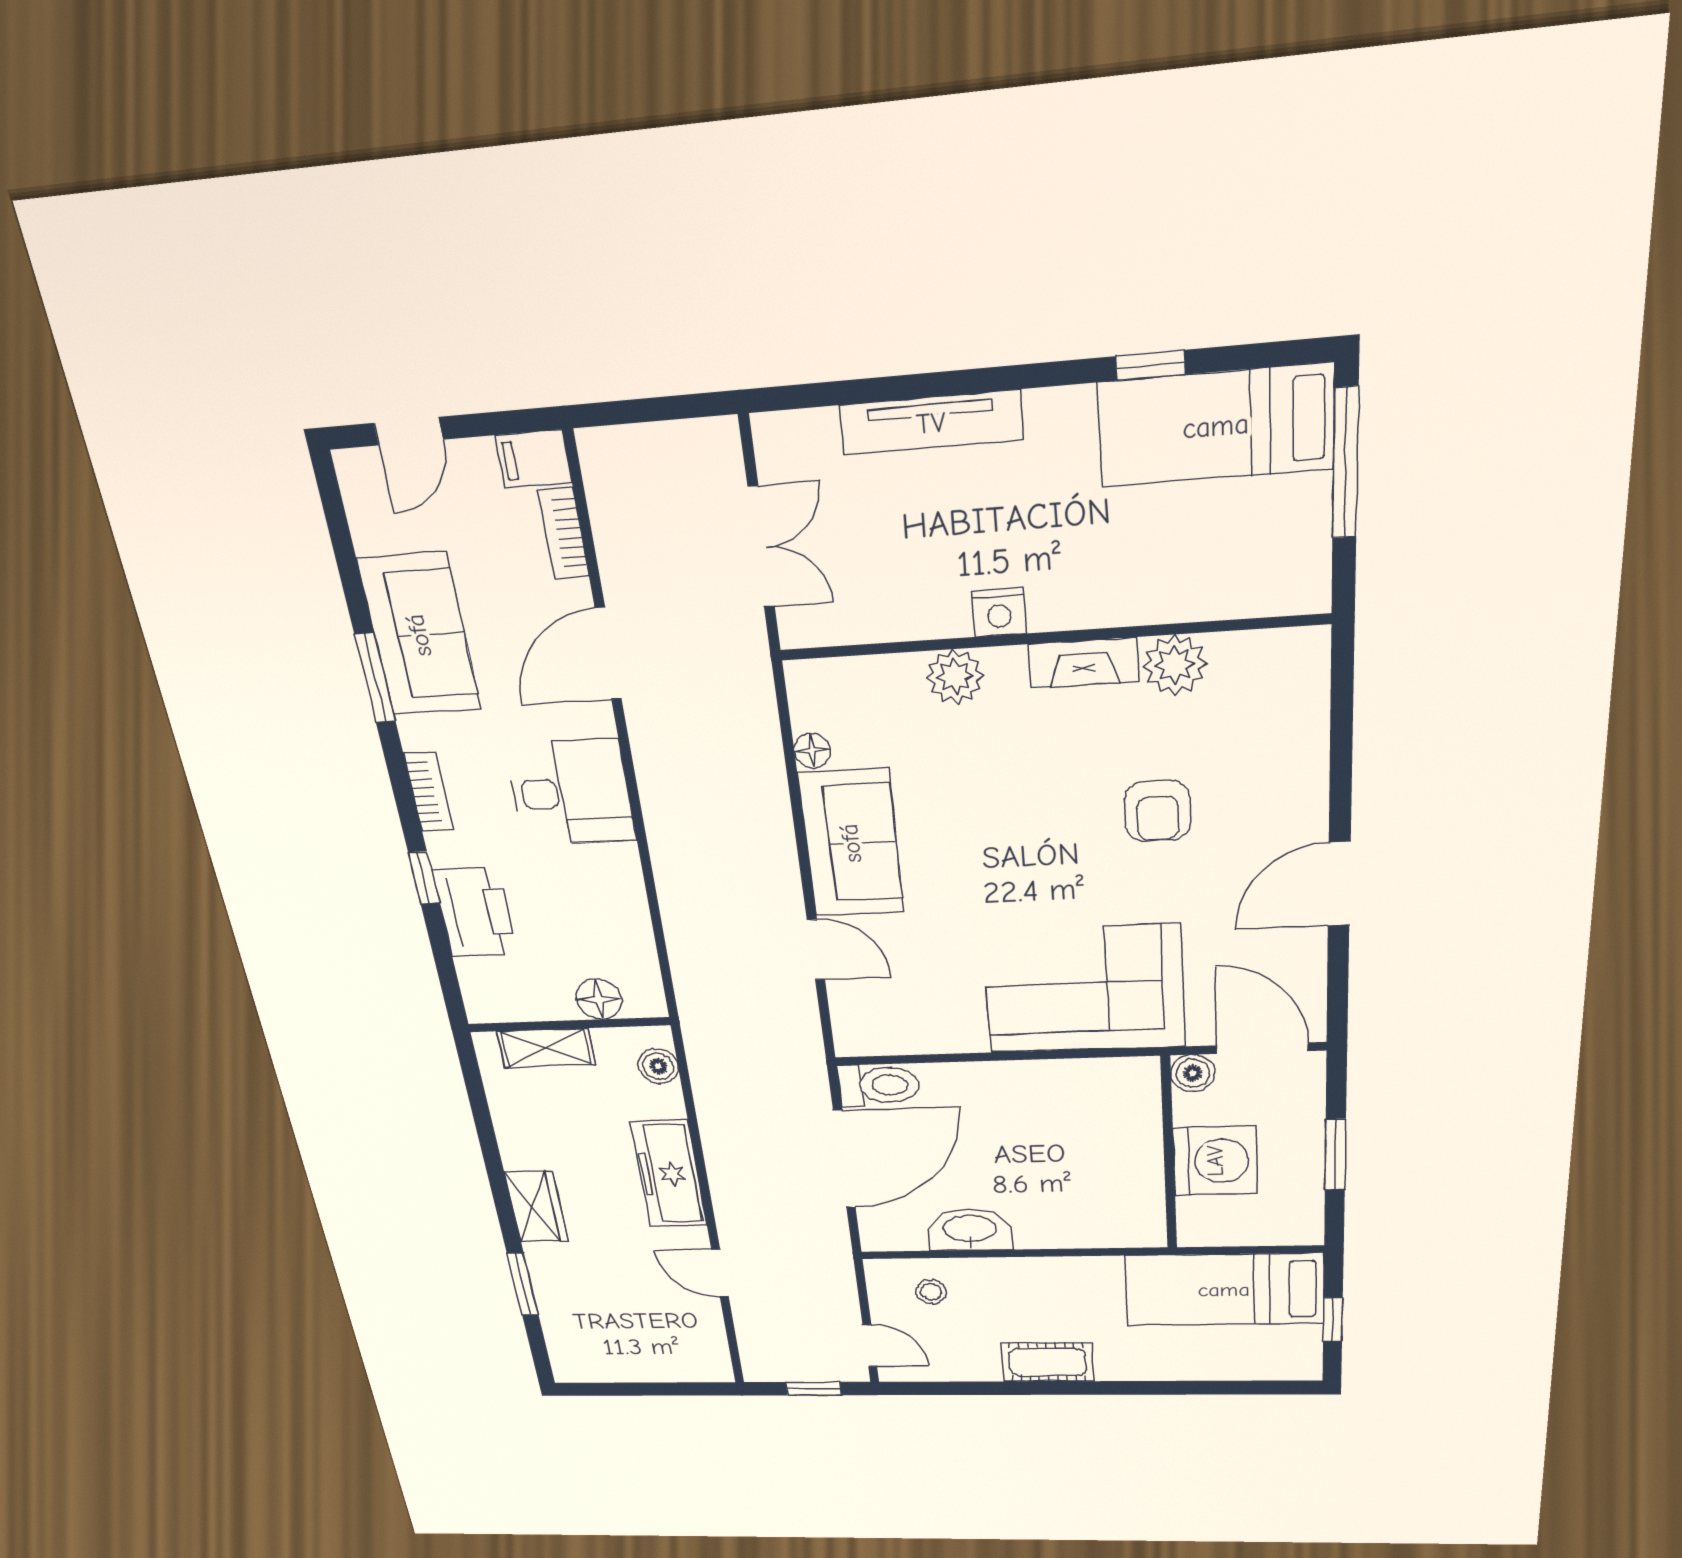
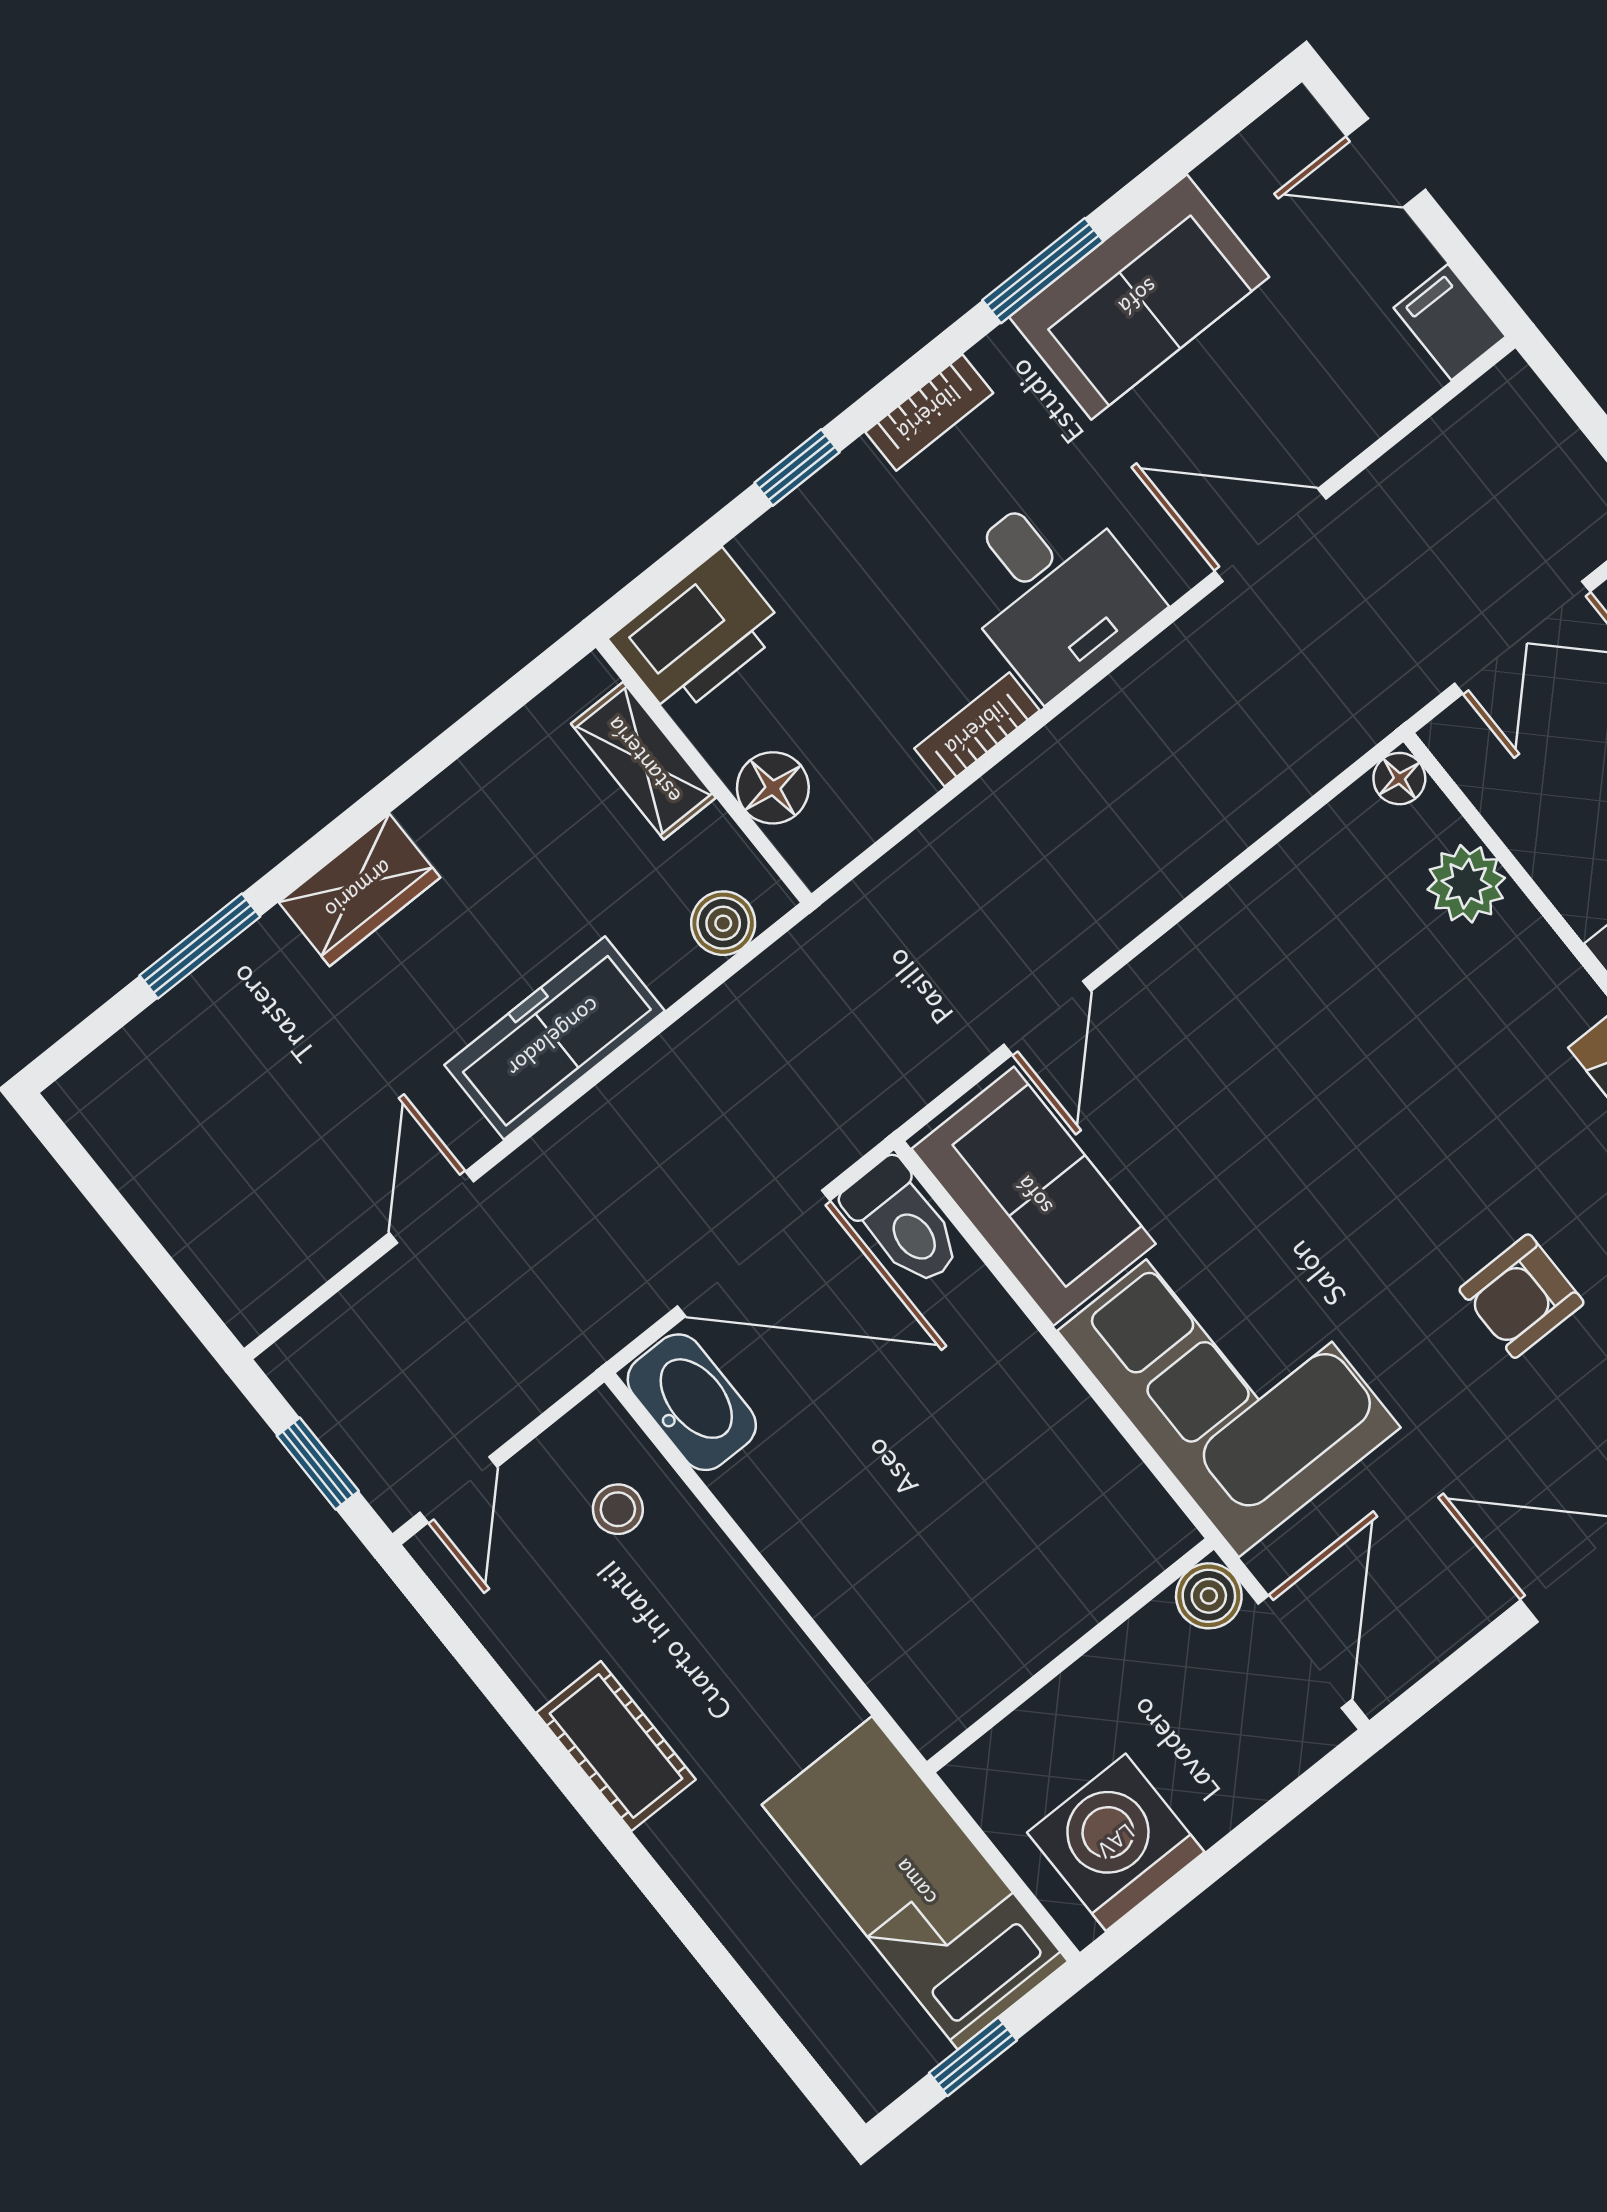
bookcase: (564, 534) -> (977, 729), moved
plant: (955, 677) -> (1466, 884), moved
floor lamp: (812, 751) -> (1399, 779), moved
sofa: (851, 843) -> (1034, 1196), moved, turned -90
printer: (475, 912) -> (698, 634), moved
window: (1335, 1155) -> (1222, 1857), removed
washing machine: (1215, 1161) -> (1116, 1842), moved, turned 180
washbasin: (970, 1230) -> (692, 1402), moved

